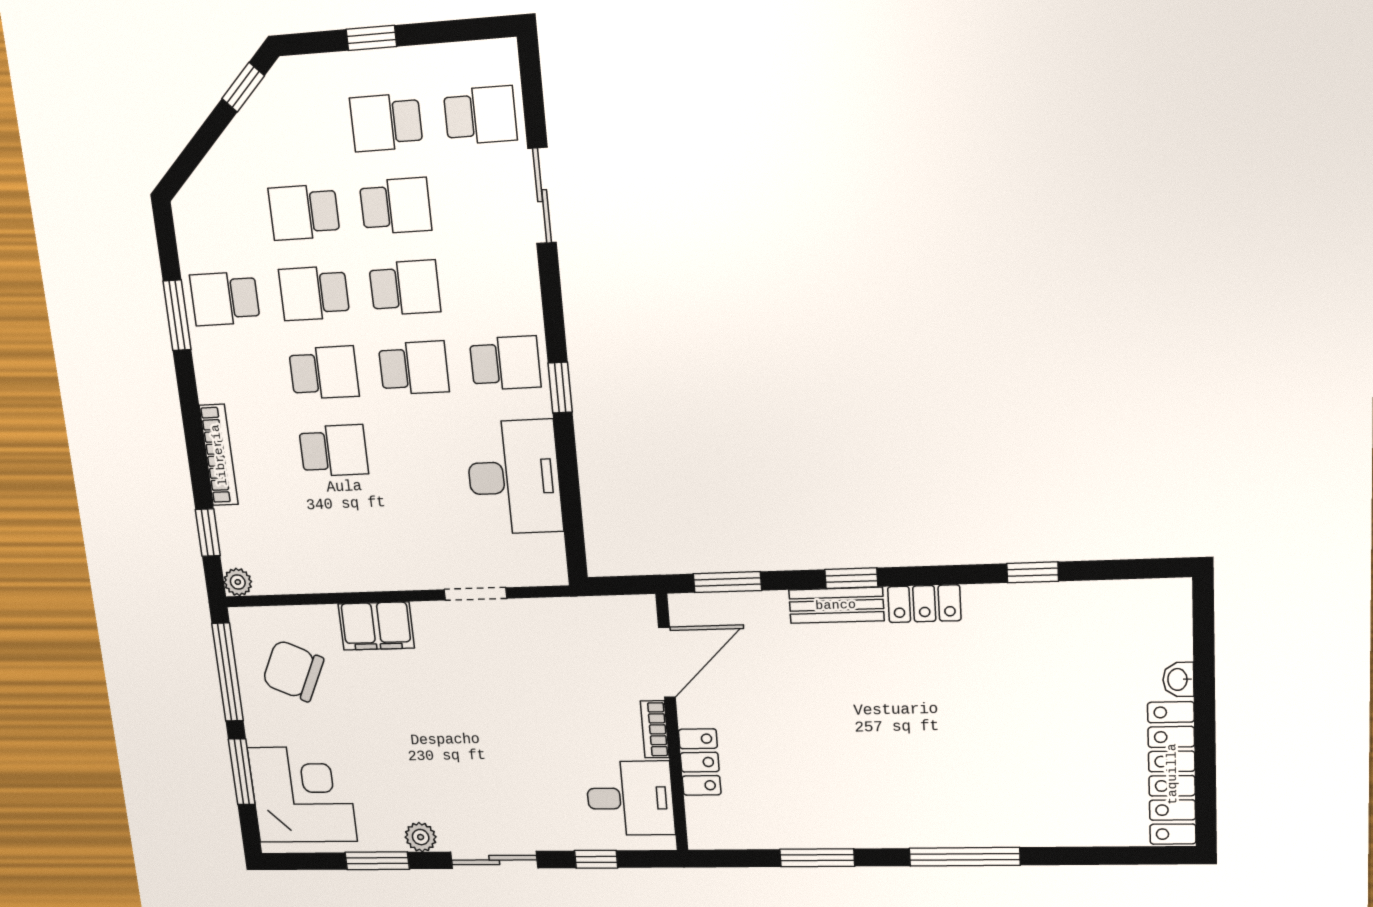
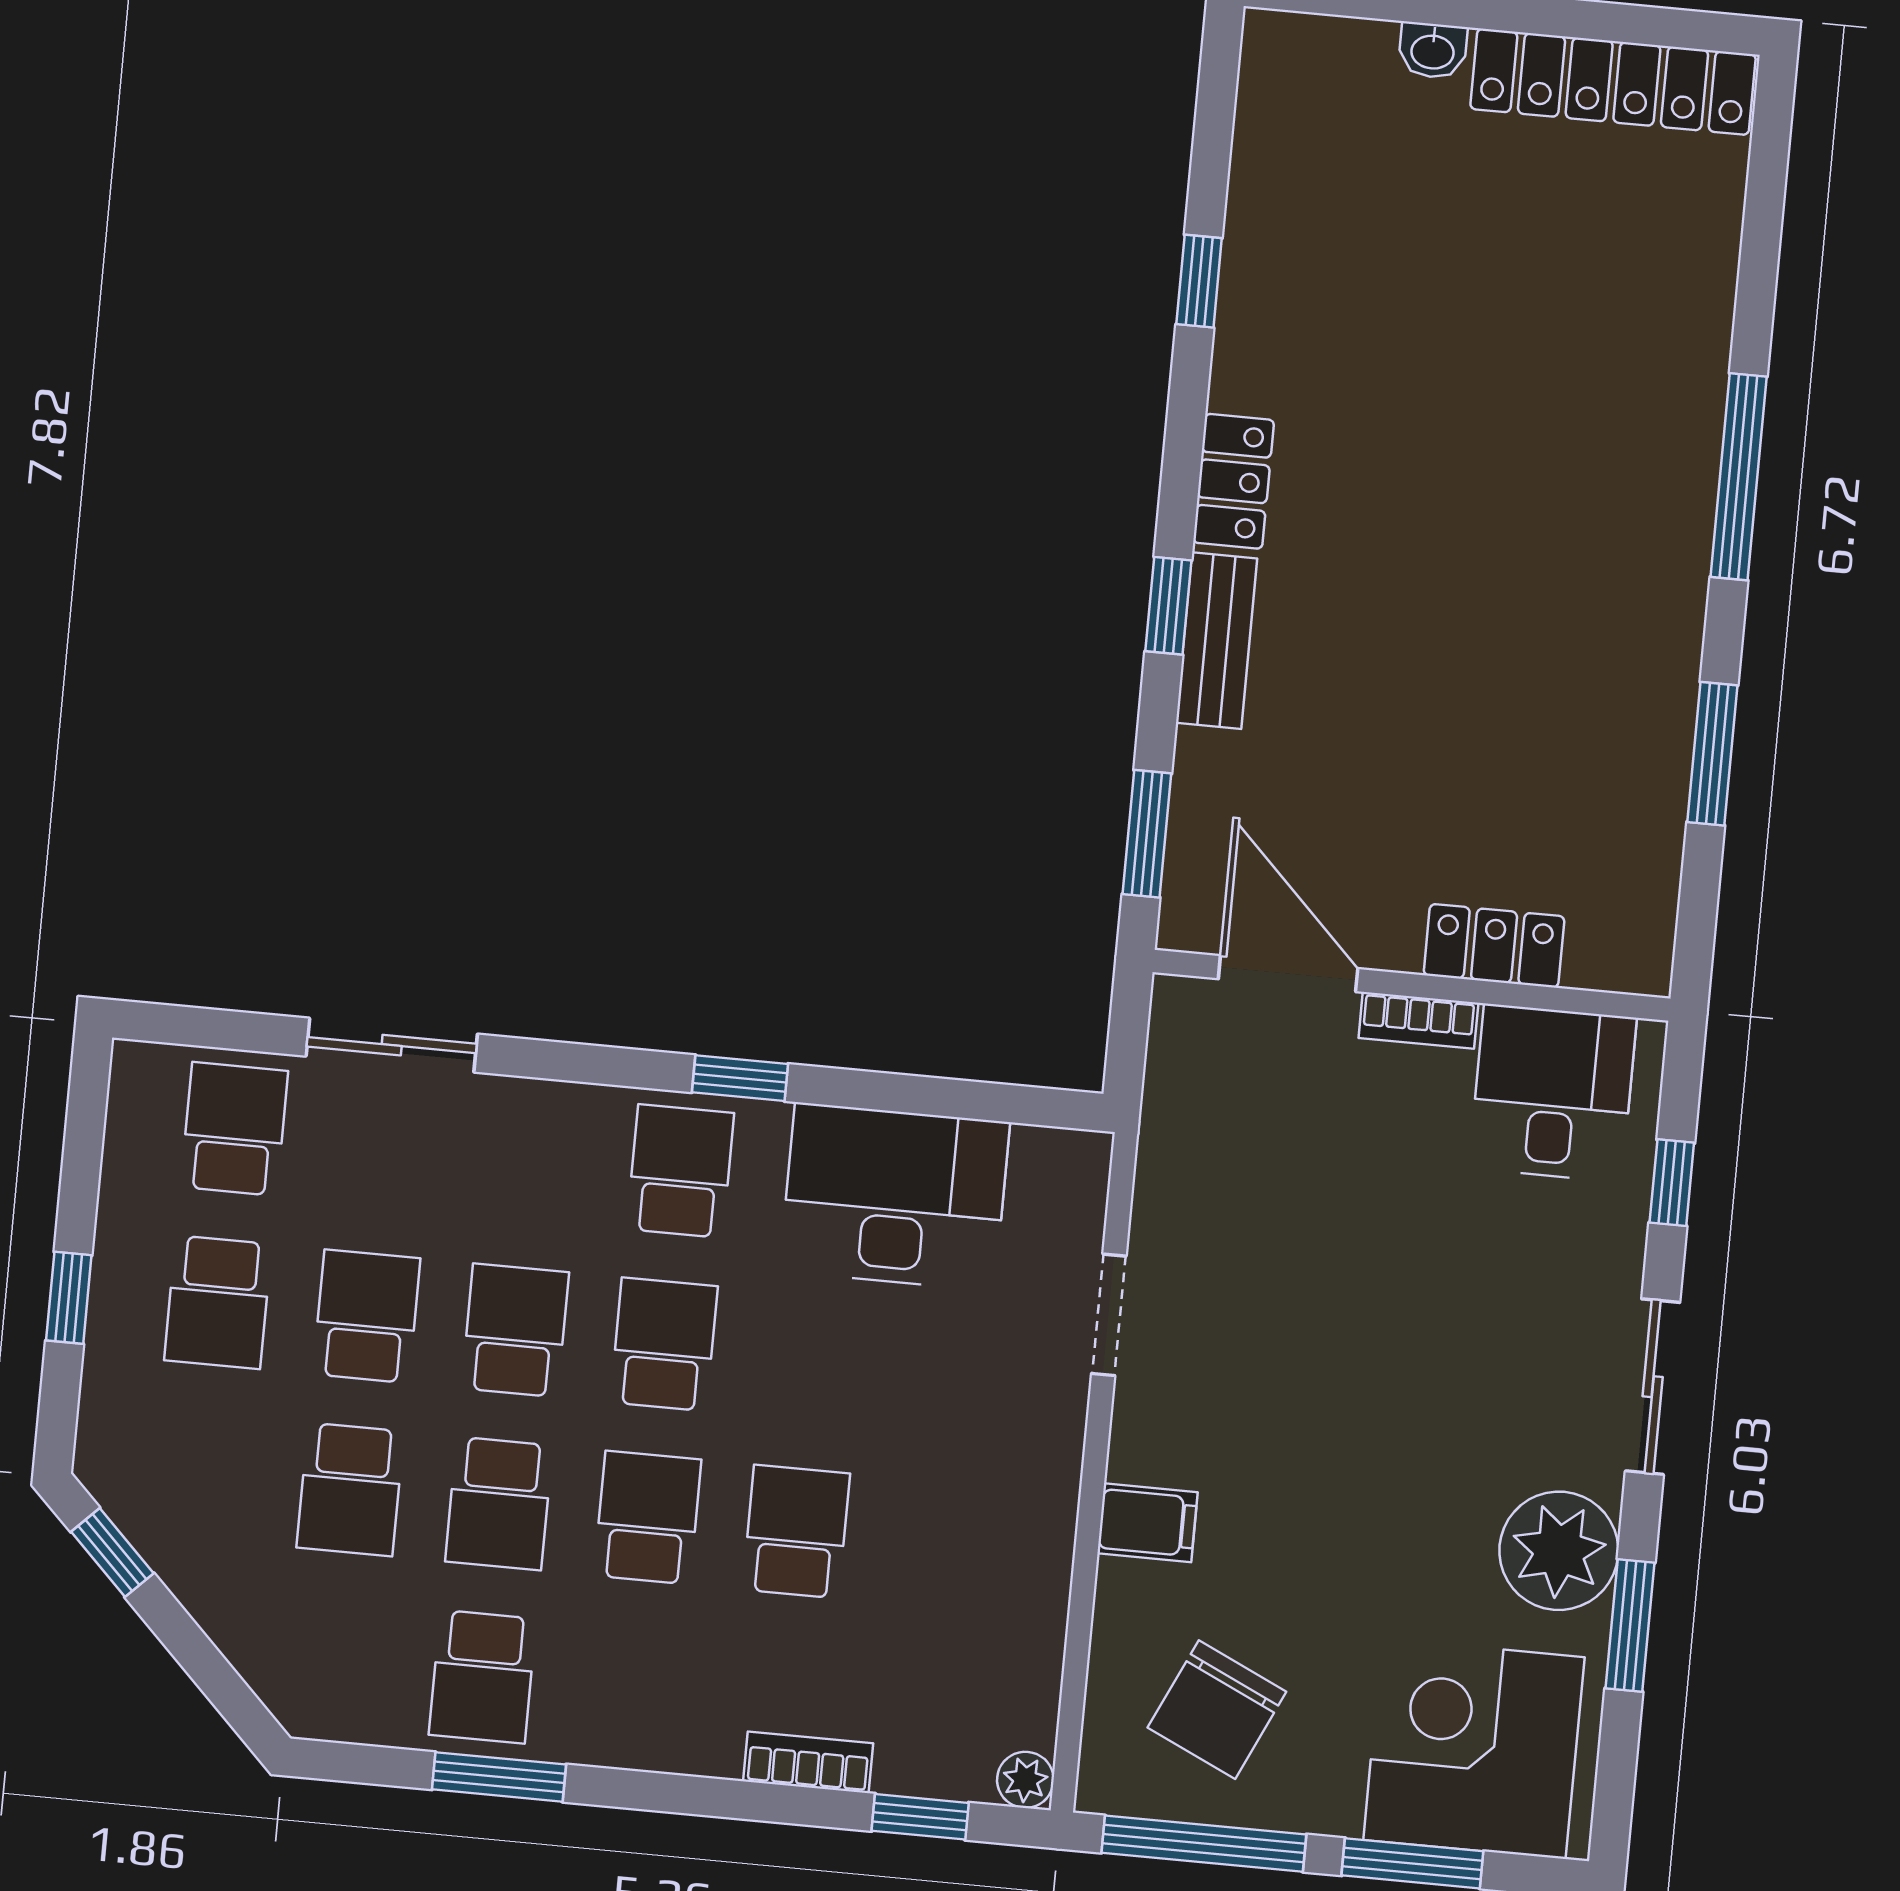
bookcase: (219, 455) -> (808, 1762), width x0.64
filing cabinet: (376, 626) -> (1148, 1523), width x0.50
plant: (421, 837) -> (1559, 1551), width x1.87, depth x1.87

